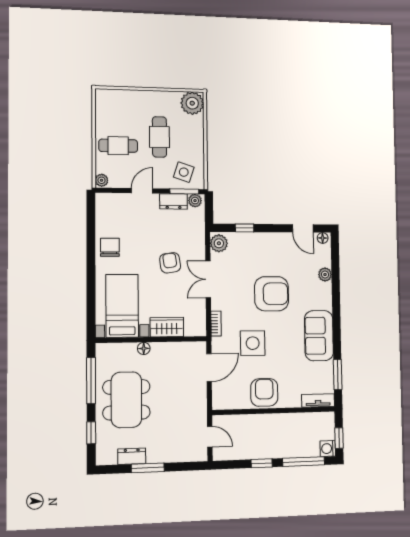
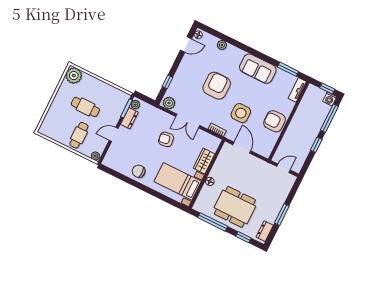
side table: (184, 172) -> (114, 103), removed
door: (142, 191) -> (114, 134), hinge flipped
dresser: (132, 456) -> (265, 231), moved

